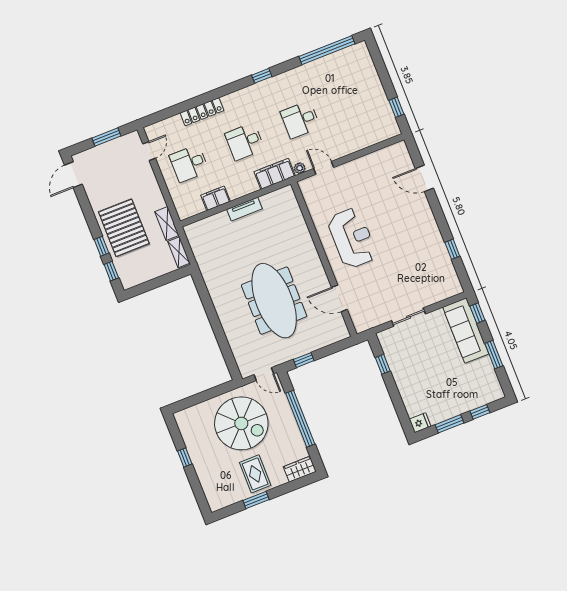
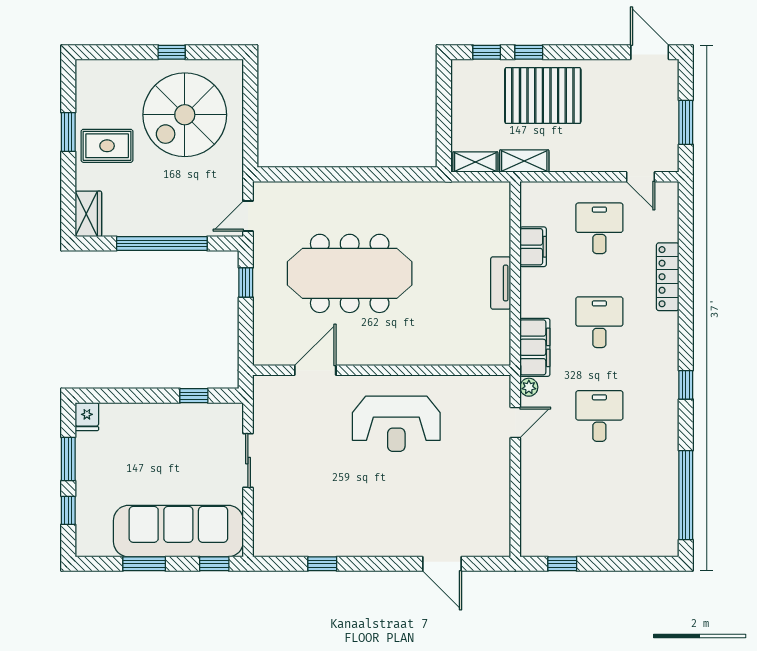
door: (424, 178) -> (442, 564), swing flipped
sofa: (466, 330) -> (178, 531), width x1.36, depth x1.27
spiral stairs: (241, 423) -> (185, 115), moved

